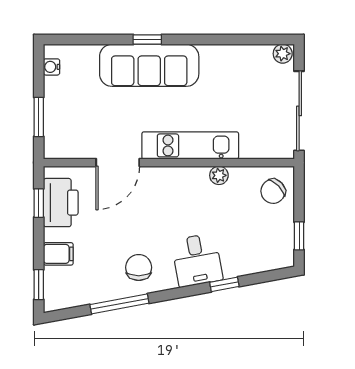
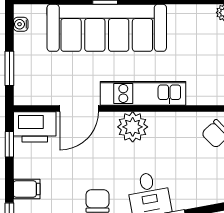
sofa: (149, 65) -> (107, 28), width x1.36, depth x1.27
plant: (219, 175) -> (133, 127), moved, width x1.88, depth x1.88
printer: (61, 203) -> (35, 127), moved, turned 90

